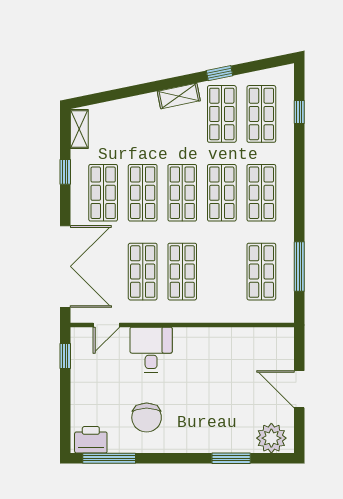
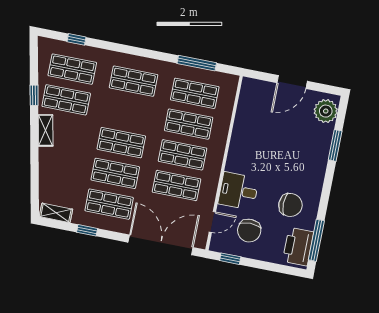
shop shelf: (222, 193) -> (189, 124), moved
door: (106, 325) -> (212, 222), hinge flipped
chair: (105, 373) -> (249, 231), added
printer: (91, 440) -> (298, 247), width x1.37, depth x1.19

